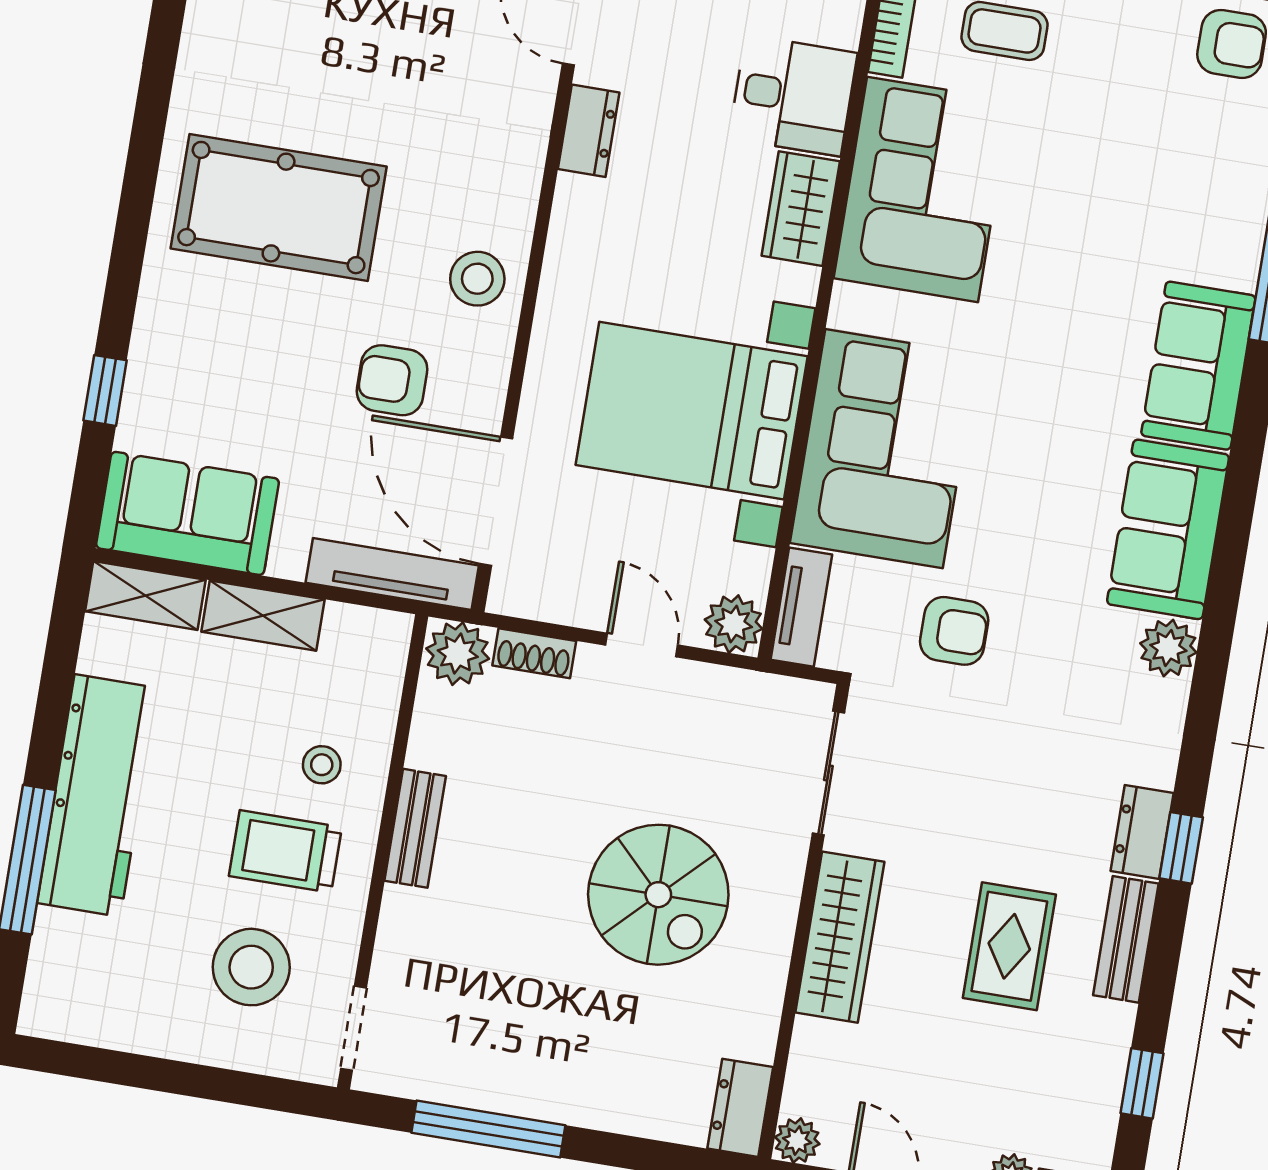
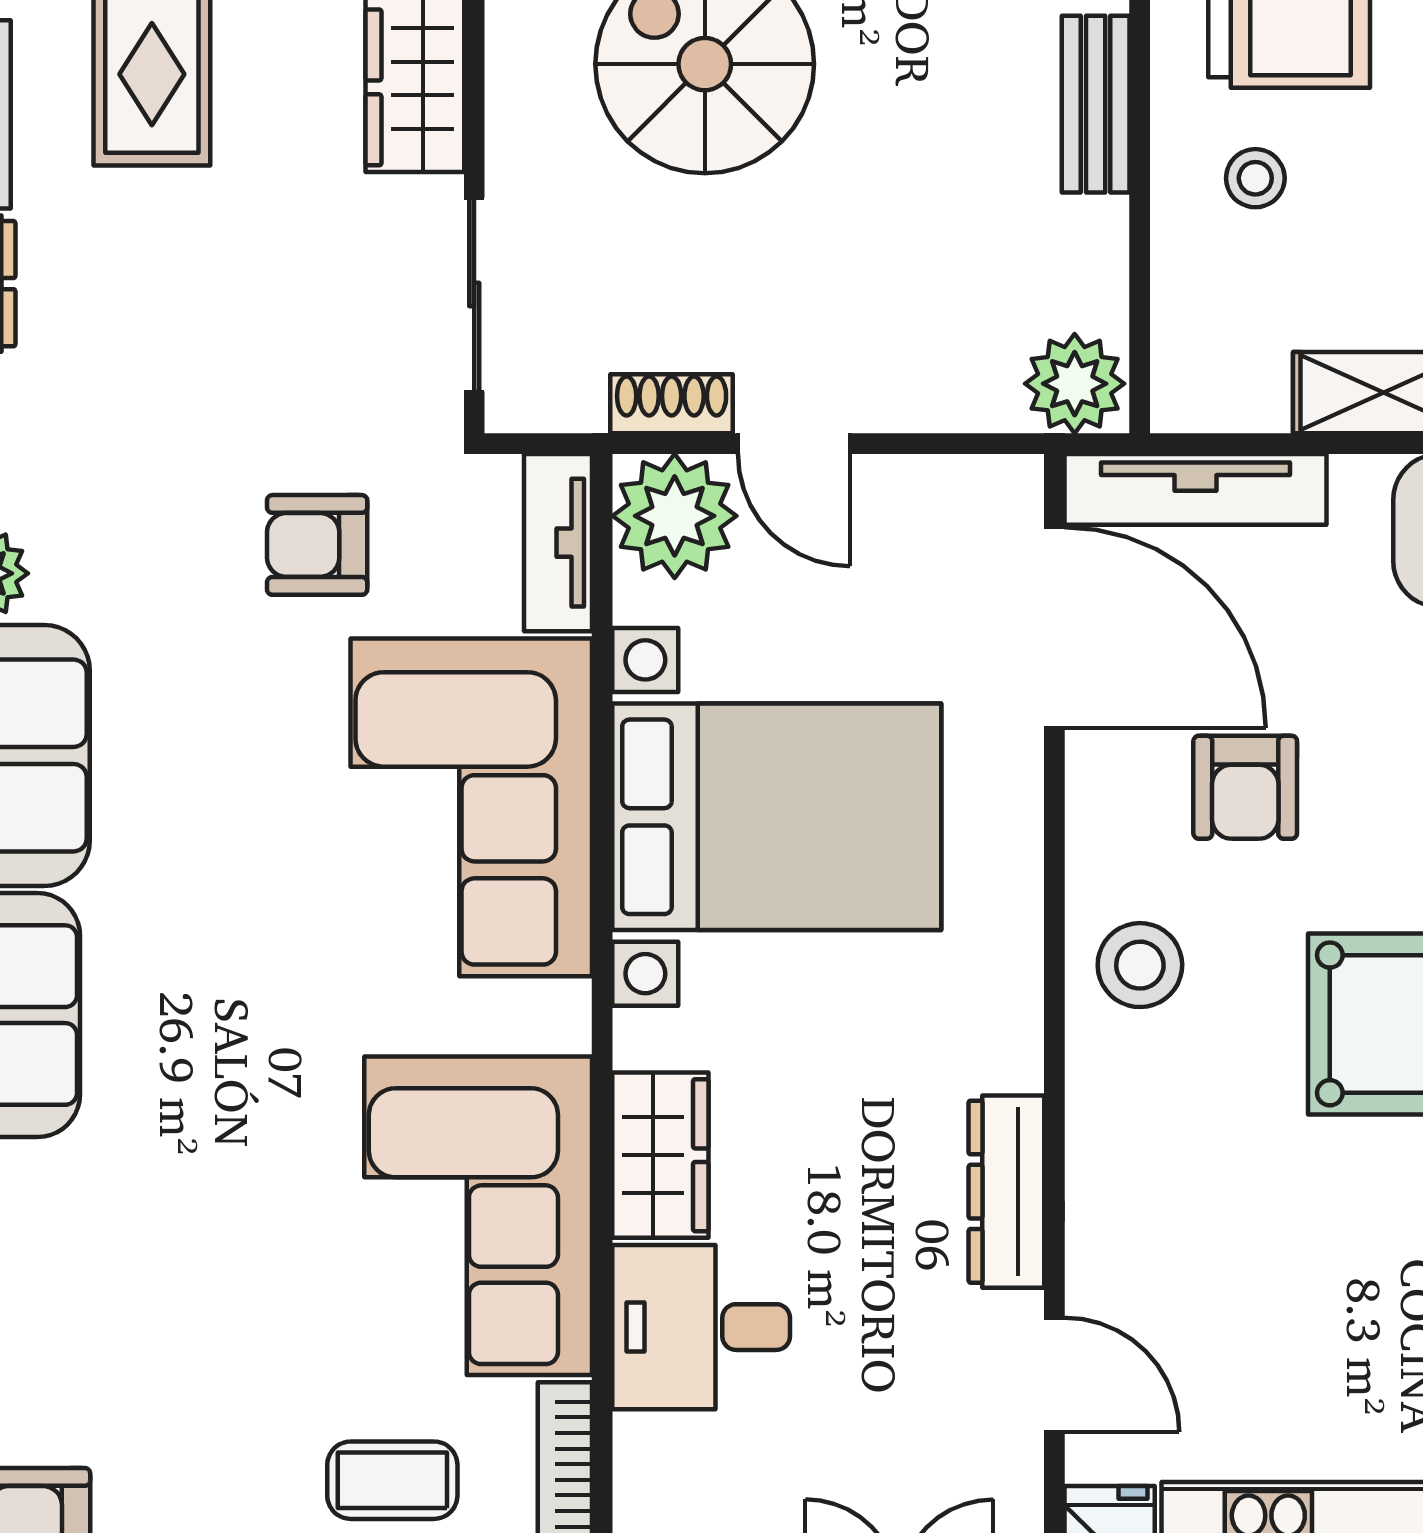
dresser: (589, 131) -> (1006, 1192), width x1.44
armchair: (392, 380) -> (1245, 787), turned 90
plant: (734, 624) -> (675, 516), width x1.36, depth x1.36
shoe rack: (534, 653) -> (672, 404), moved

